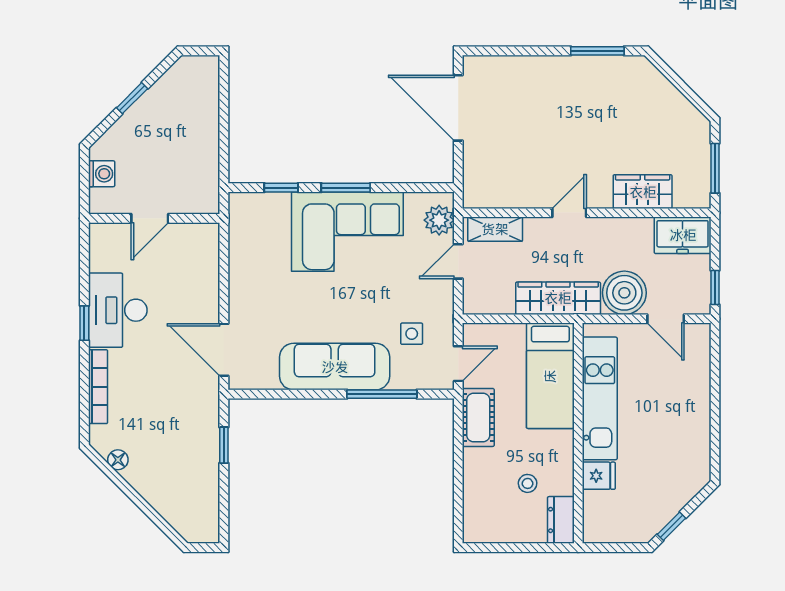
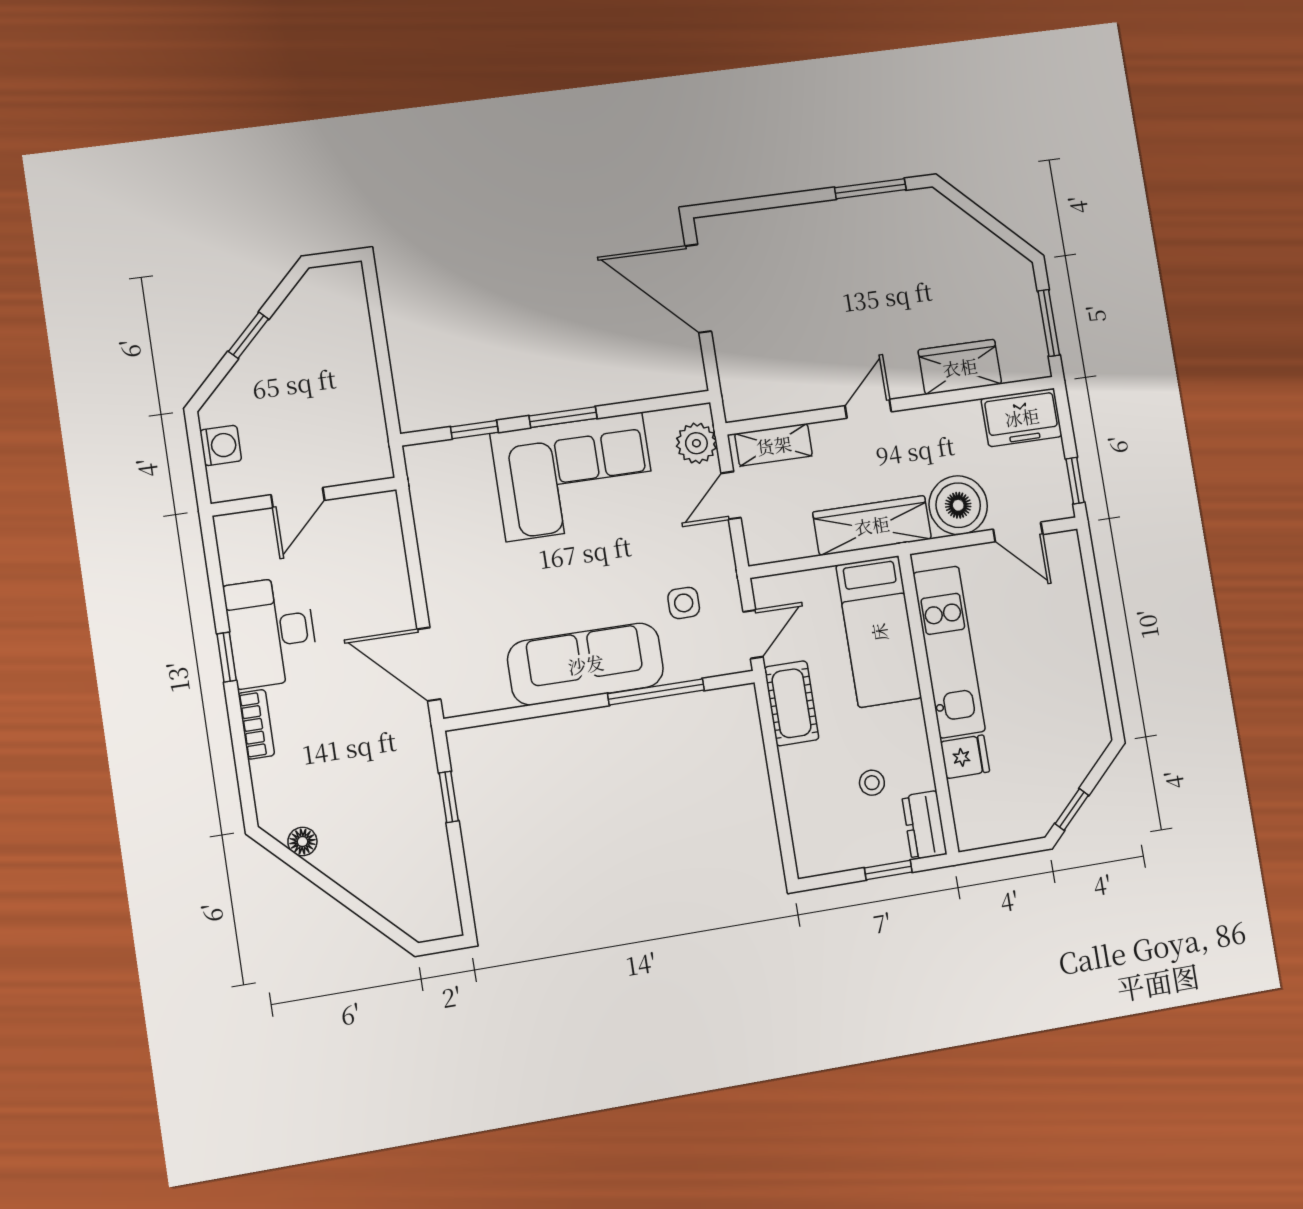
bookcase: (98, 387) -> (256, 724), width x0.64
window: (529, 548) -> (888, 870), added

